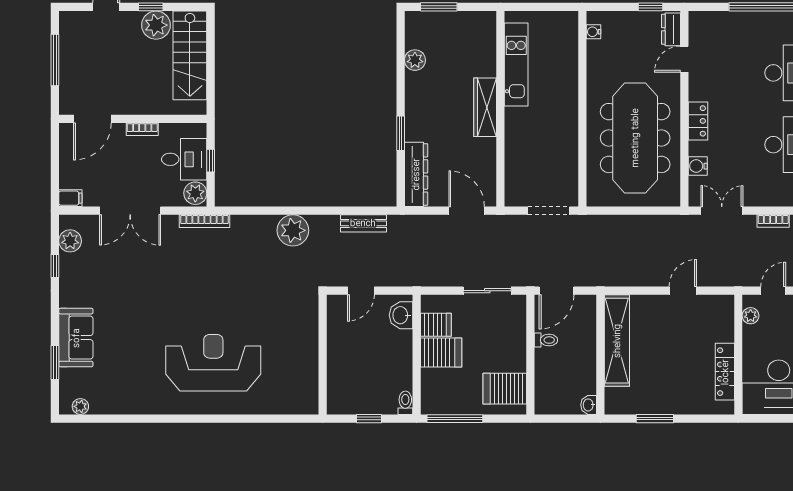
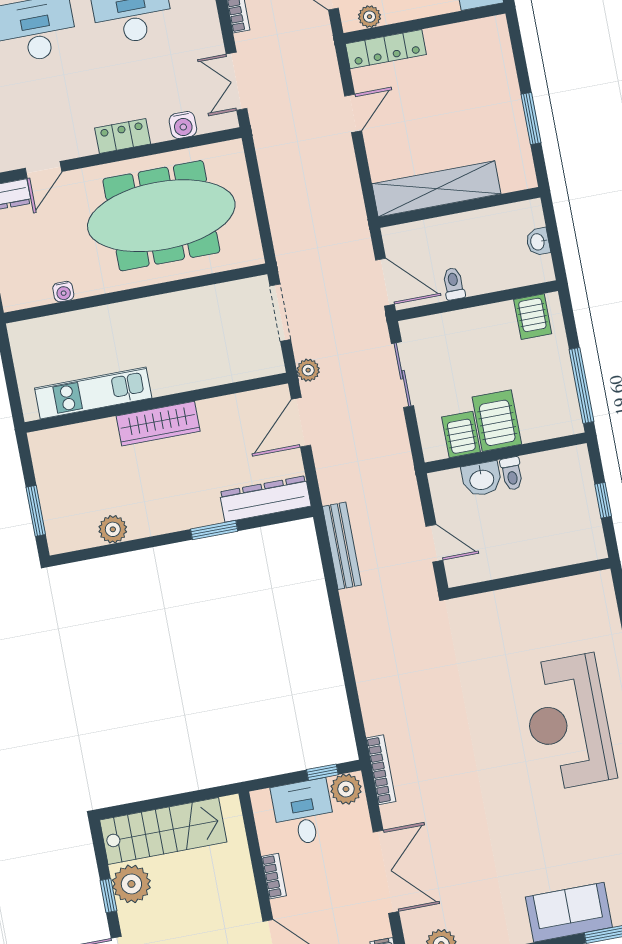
water cooler: (594, 32) -> (63, 292), moved
door: (684, 59) -> (44, 170), hinge flipped
window: (211, 161) -> (322, 772), moved
bench: (363, 223) -> (342, 546), width x1.36
plant: (293, 230) -> (308, 370), moved, width x0.53, depth x0.53
door: (683, 291) -> (353, 113), swing flipped
washbasin: (401, 315) -> (482, 479), moved
locker: (725, 372) -> (386, 49), moved
server rack: (505, 389) -> (533, 317), width x0.73, depth x0.70
toilet: (405, 403) -> (512, 474), moved, turned -90
washbasin: (589, 405) -> (538, 242), moved, turned 90

